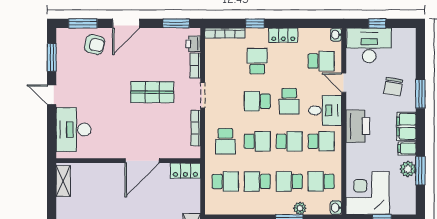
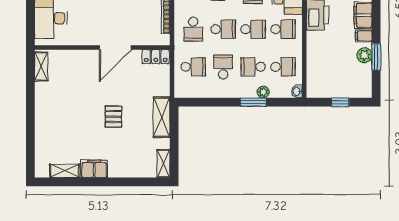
school desk: (257, 181) -> (223, 67), turned 90
school desk: (321, 181) -> (283, 67), turned 180
corner desk: (368, 193) -> (327, 78), removed

